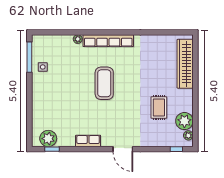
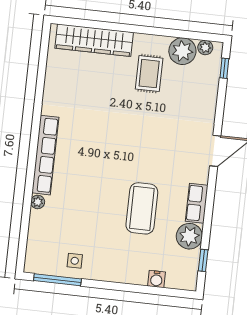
coffee table: (104, 83) -> (142, 208), moved, turned 90
rug: (159, 107) -> (149, 74), moved, turned 90
water cooler: (37, 120) -> (156, 279), added
plant: (48, 139) -> (189, 236), moved

